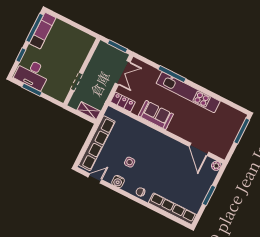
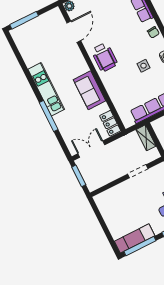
kitchen unit: (188, 92) -> (46, 89), width x0.73
wheelchair: (163, 147) -> (104, 57), added

